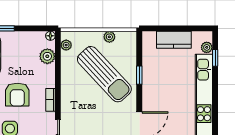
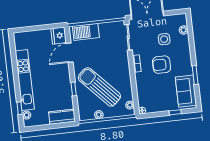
kitchen counter: (174, 40) -> (62, 117), moved
plant: (47, 56) -> (143, 95), removed
armchair: (17, 95) -> (162, 65), turned -90

